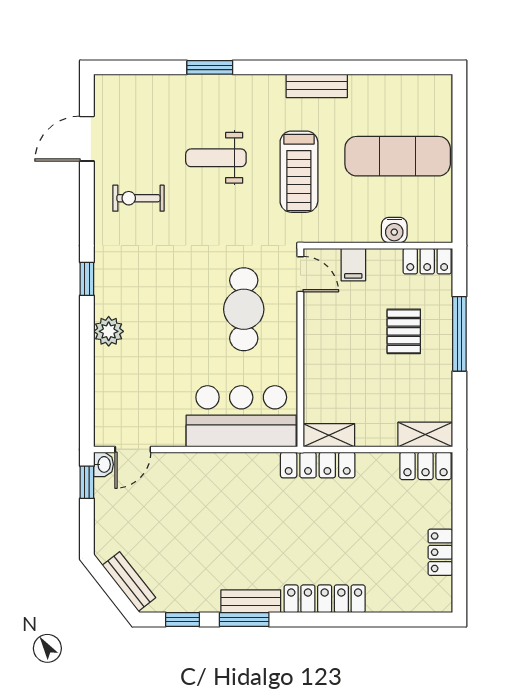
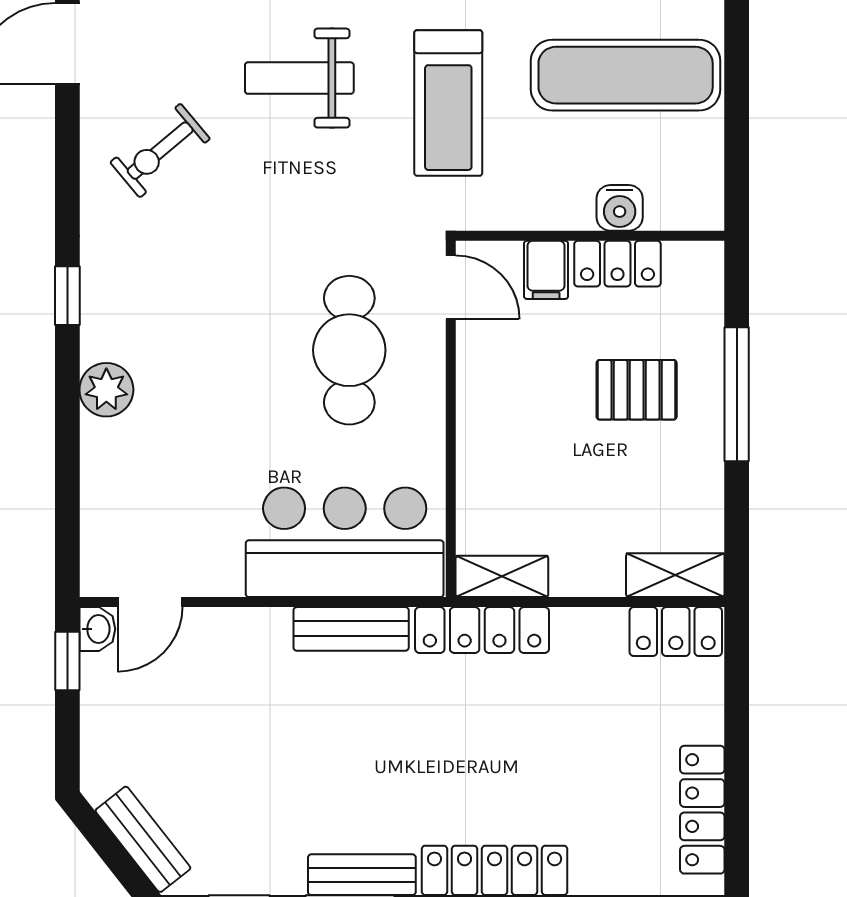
exercise bike: (138, 198) -> (160, 151), turned -40
locker: (427, 261) -> (617, 264), moved
pallet: (404, 331) -> (637, 390), turned 90
bench: (245, 464) -> (351, 629), added
locker: (440, 552) -> (702, 810), width x1.53

